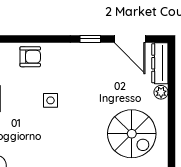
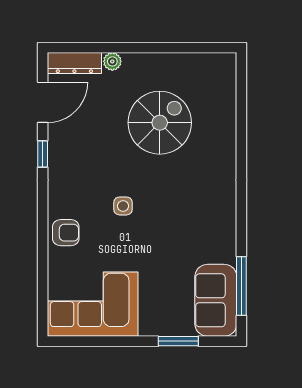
armchair: (30, 57) -> (66, 233), turned 90
spiral stairs: (132, 134) -> (160, 123), moved

